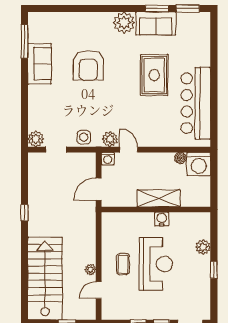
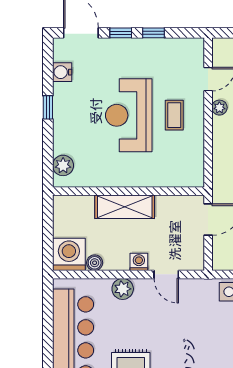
plant: (110, 139) -> (123, 289), moved
washing machine: (108, 159) -> (139, 262), moved
water cooler: (162, 219) -> (62, 72), moved, turned 90
plant: (203, 247) -> (63, 165), moved

